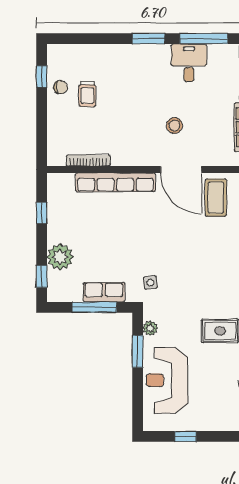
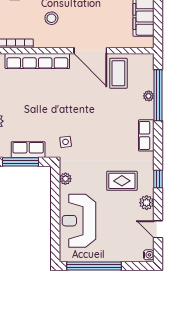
stool: (174, 126) -> (51, 18), moved
window: (138, 351) -> (55, 197), removed
window: (186, 436) -> (94, 266), width x3.17

